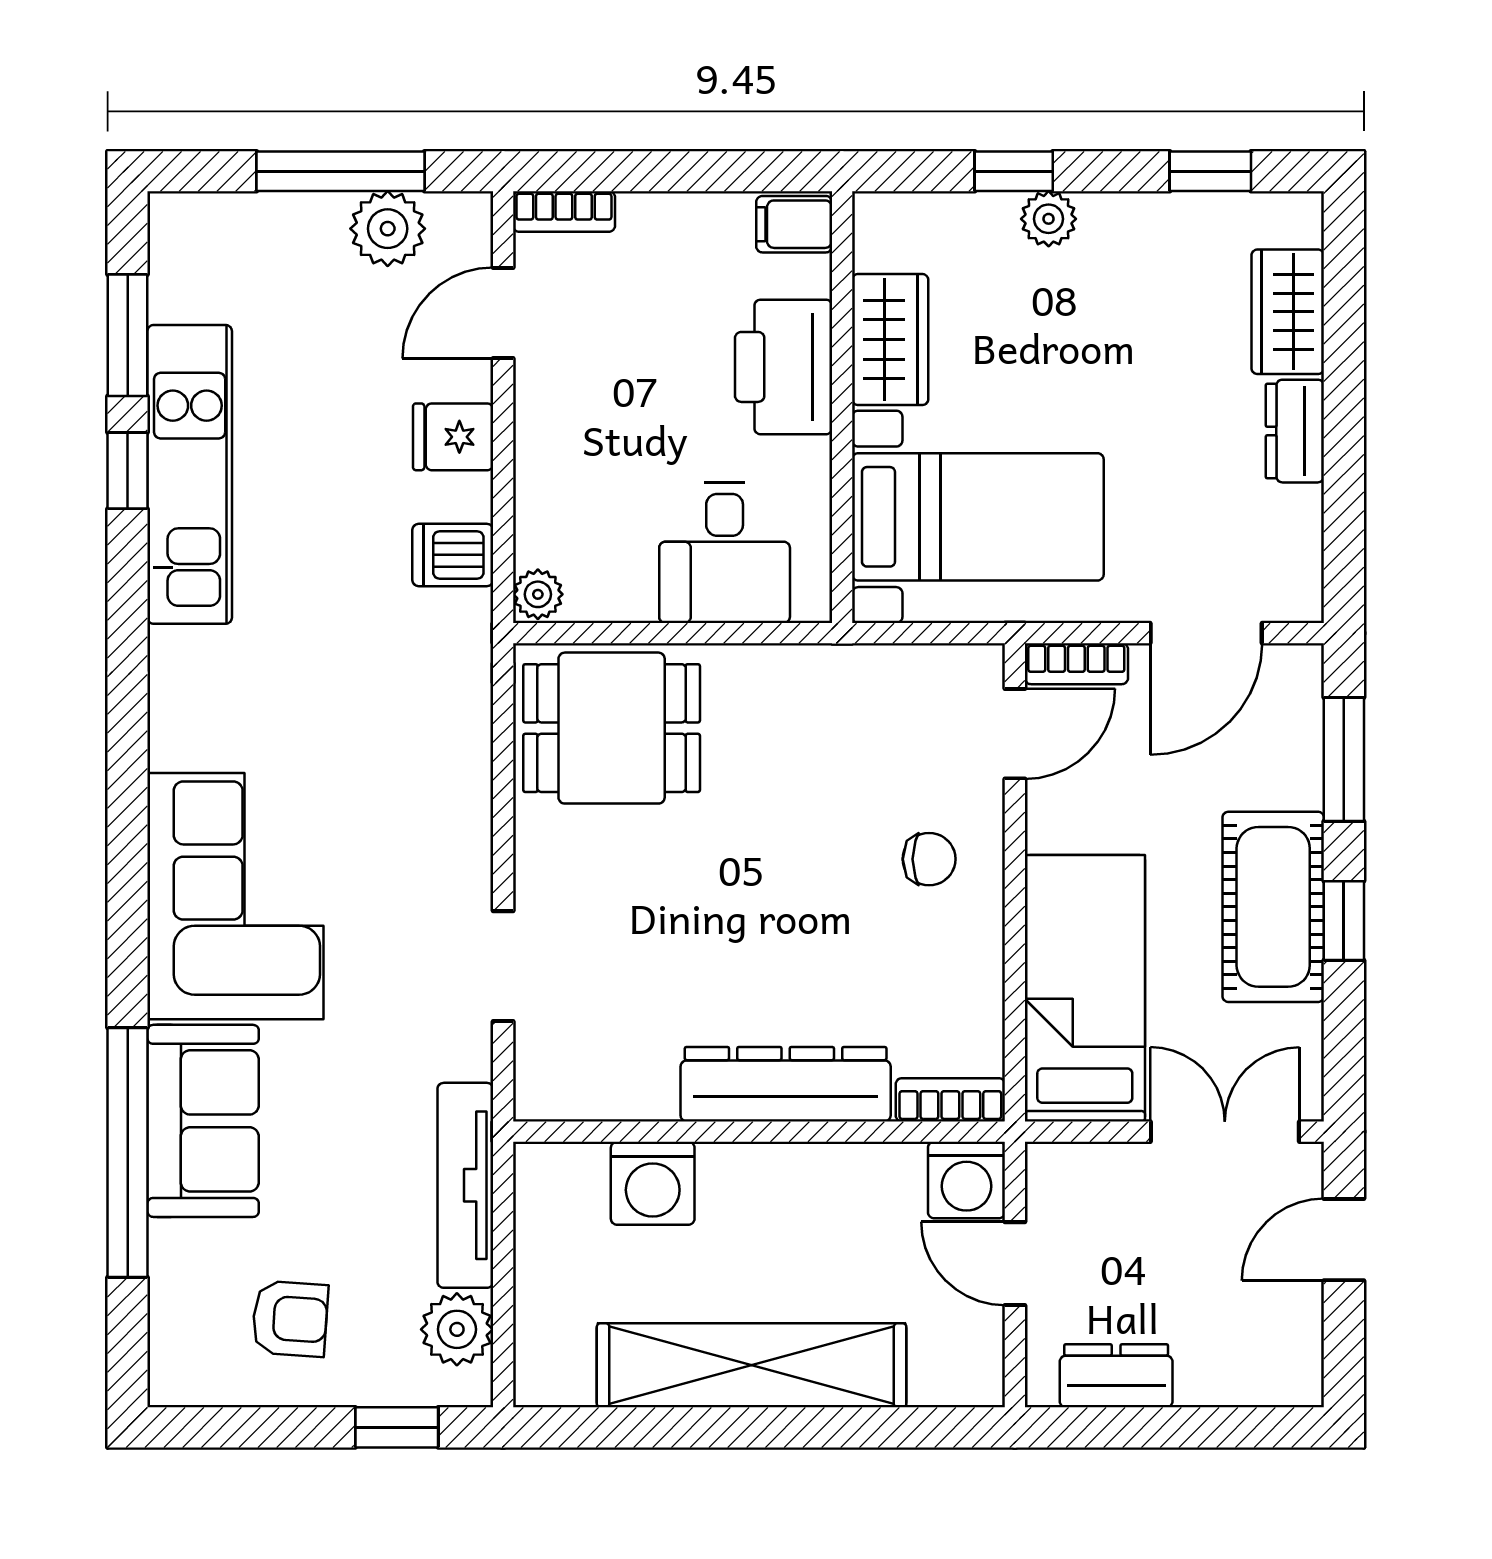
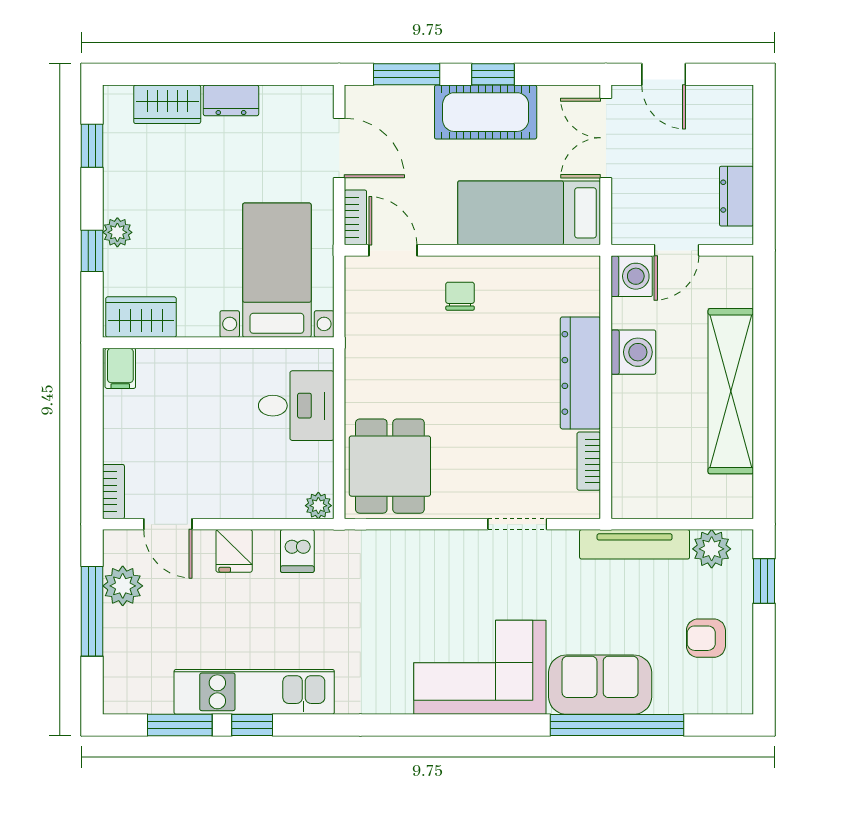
wardrobe: (890, 340) -> (141, 317), moved
printer: (784, 367) -> (197, 374), removed
bookcase: (950, 1100) -> (589, 461), moved
washing machine: (653, 1183) -> (633, 352), moved
armchair: (290, 1319) -> (706, 638), turned -94

